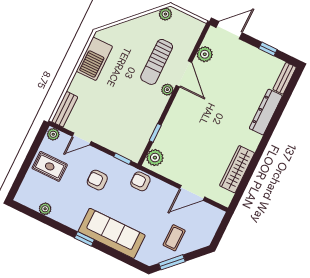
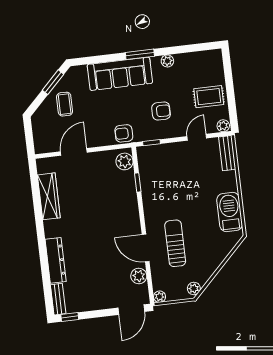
window: (268, 49) -> (70, 317), moved
plant: (167, 90) -> (160, 297), moved
armchair: (140, 181) -> (124, 133), turned 180
plant: (45, 209) -> (167, 61), moved
window: (84, 239) -> (140, 54), width x1.50

